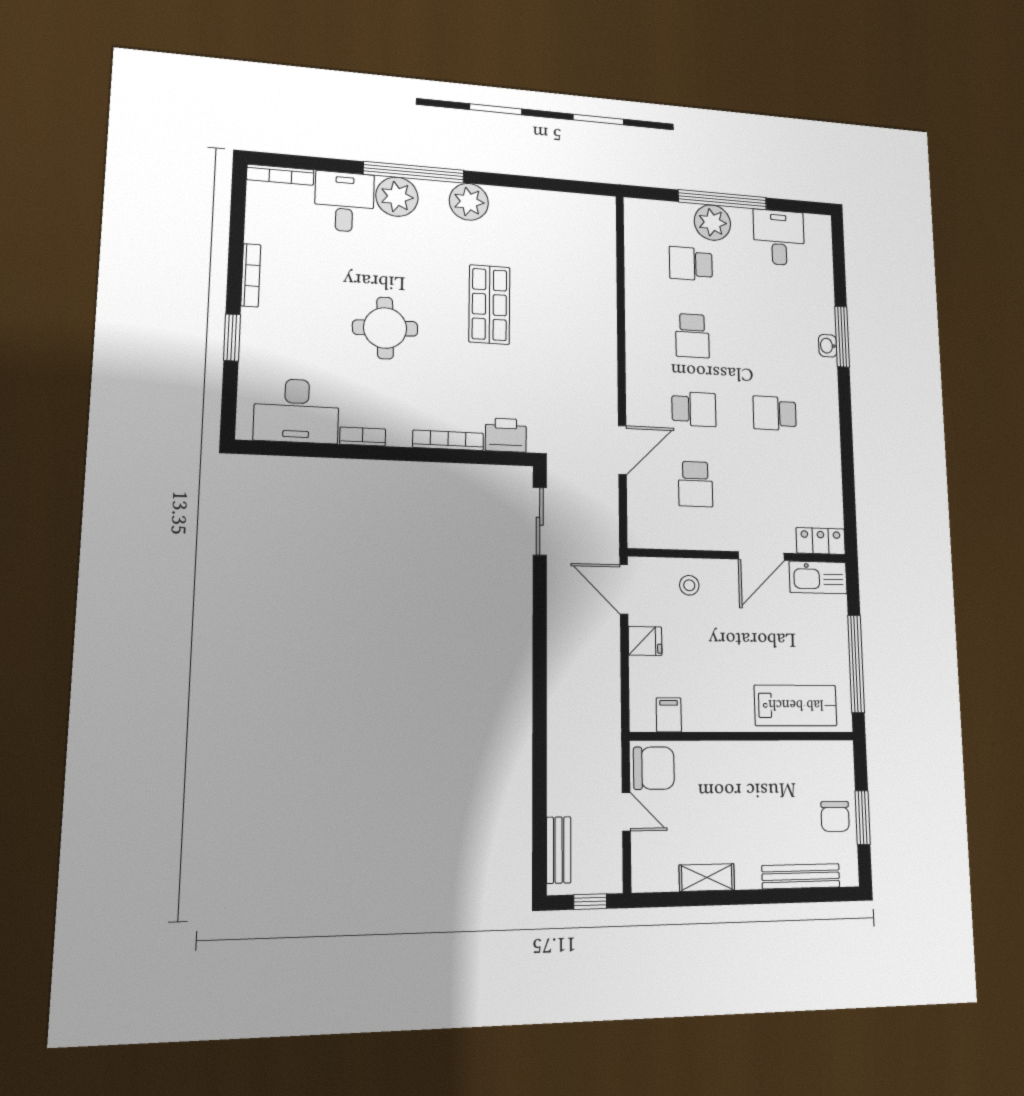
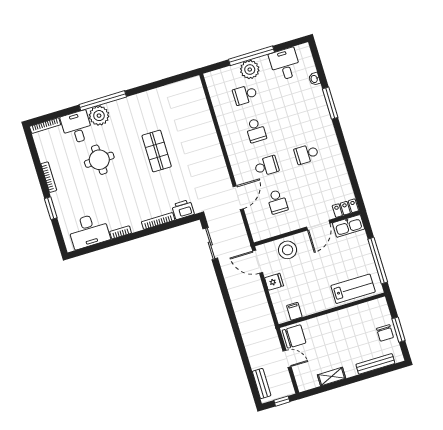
plant: (469, 202) -> (132, 105), removed
round table: (385, 328) -> (99, 160), moved
washbasin: (828, 346) -> (315, 79), moved
stool: (689, 585) -> (288, 250), width x1.89, depth x1.89

